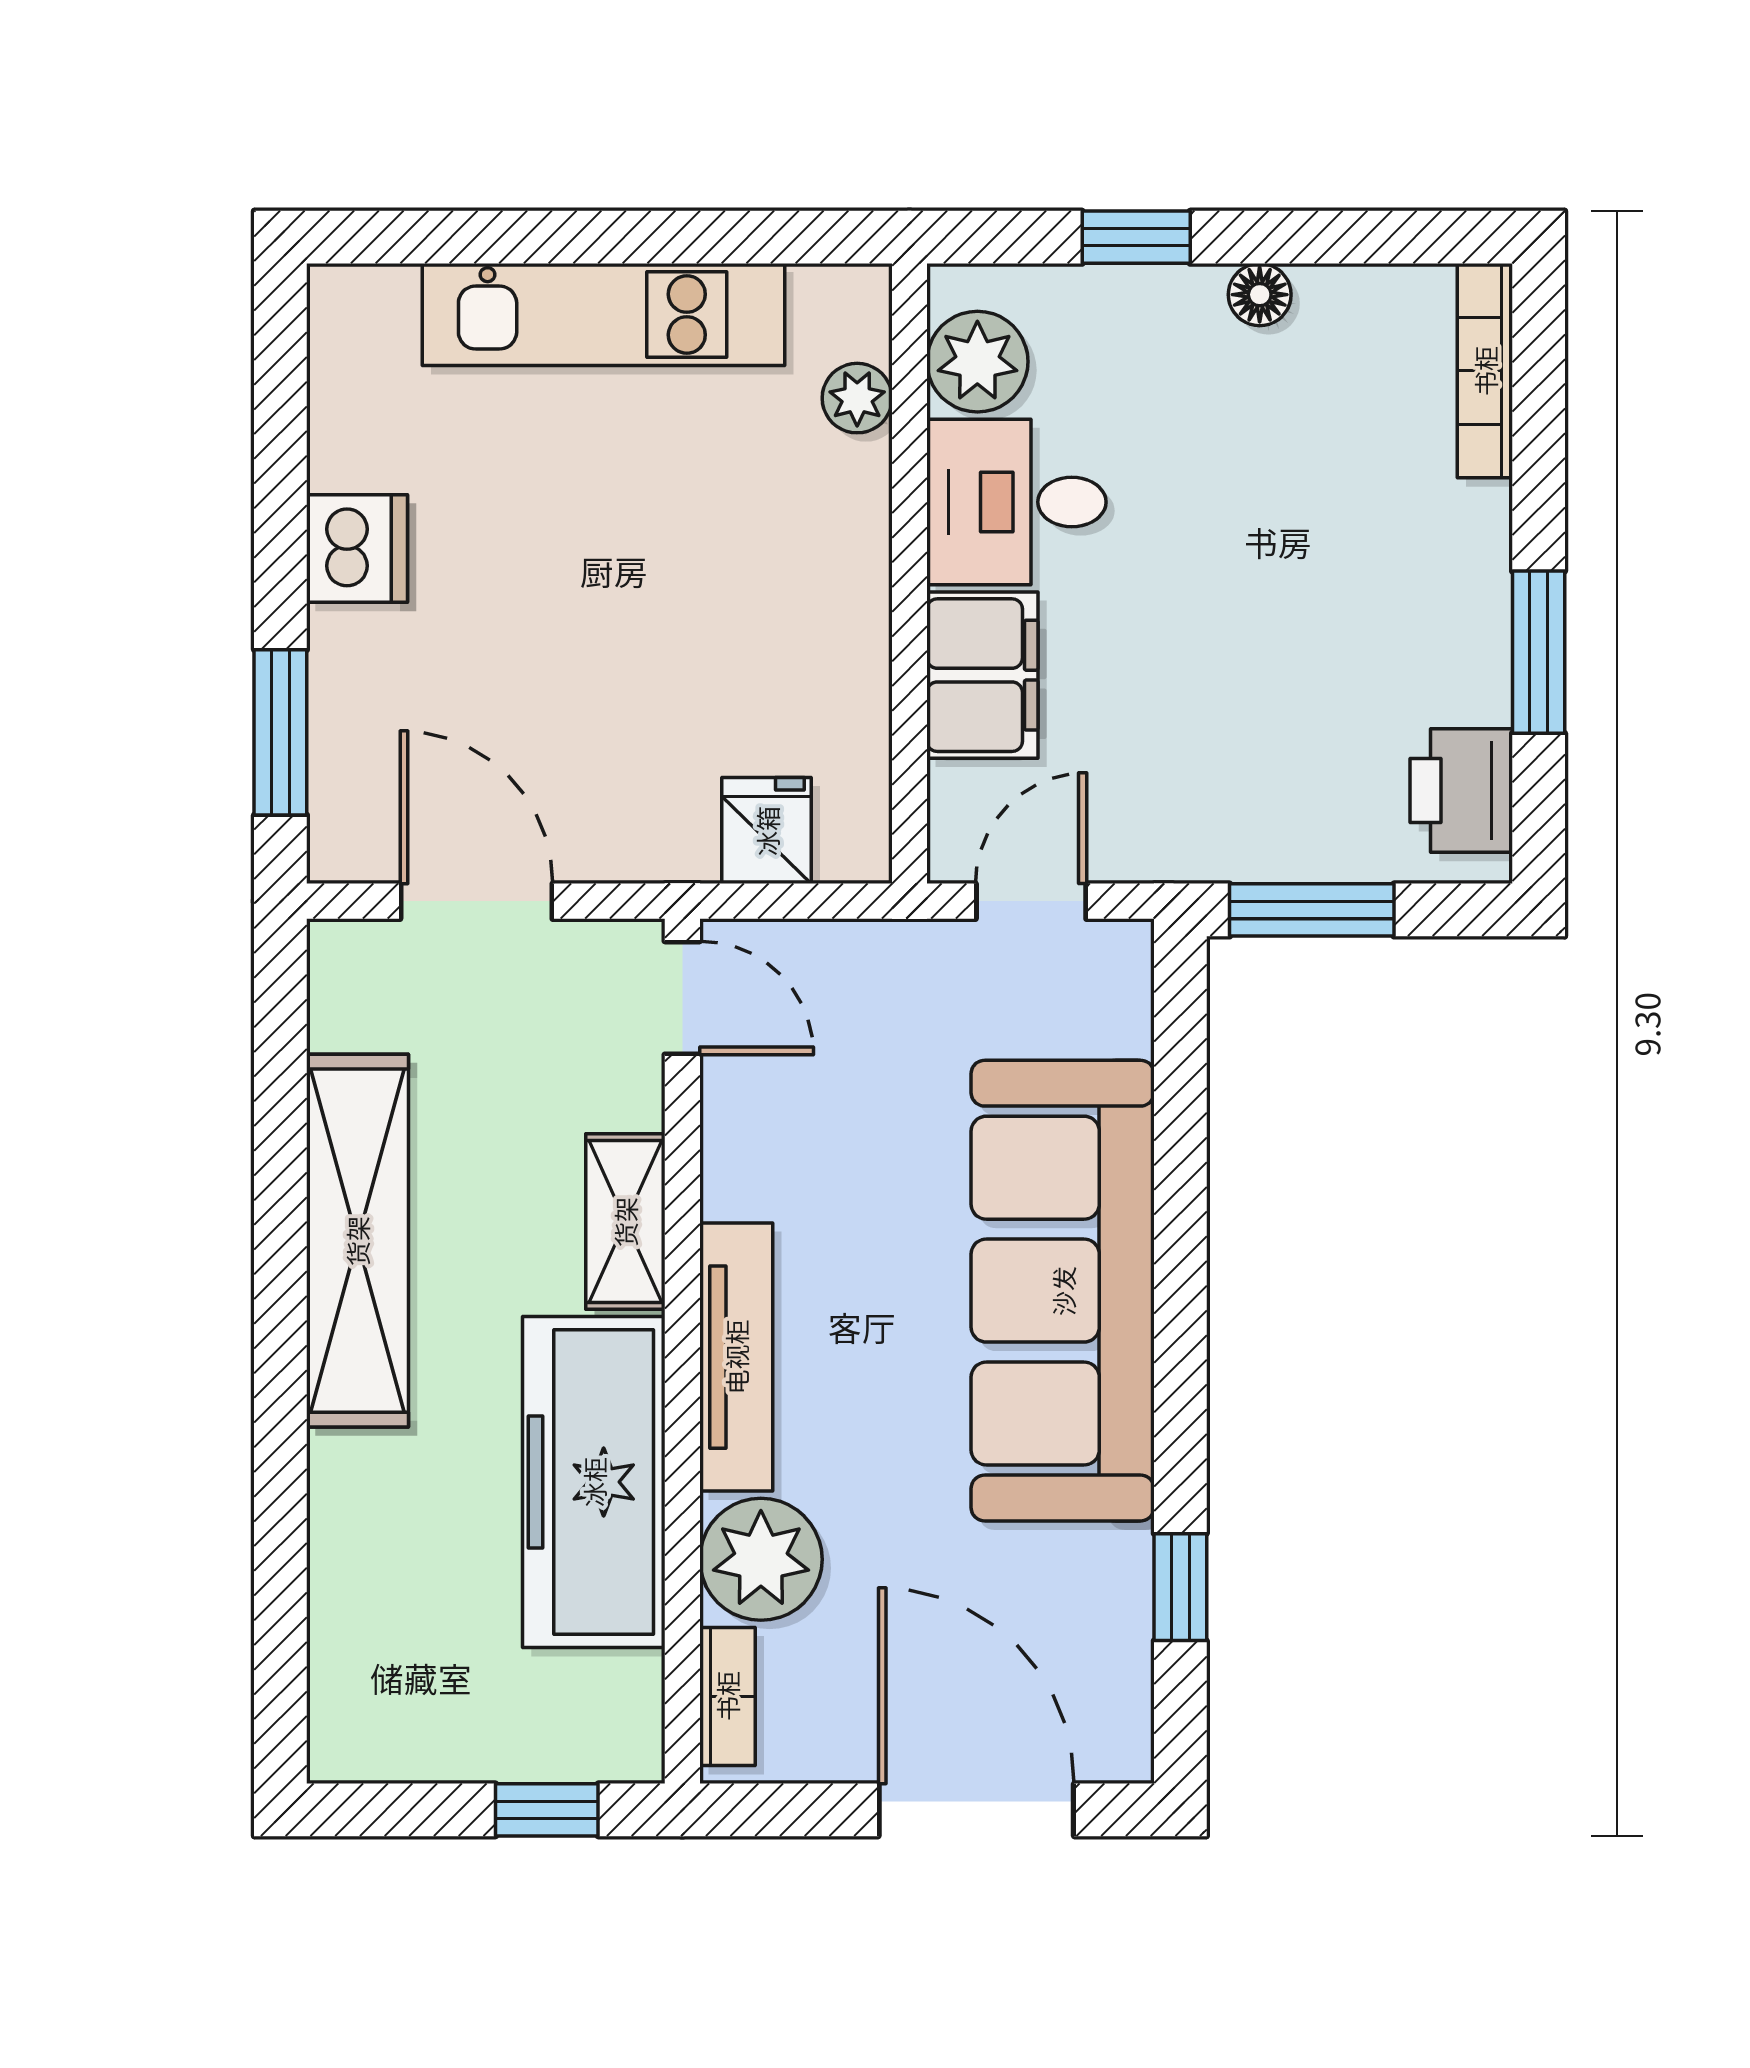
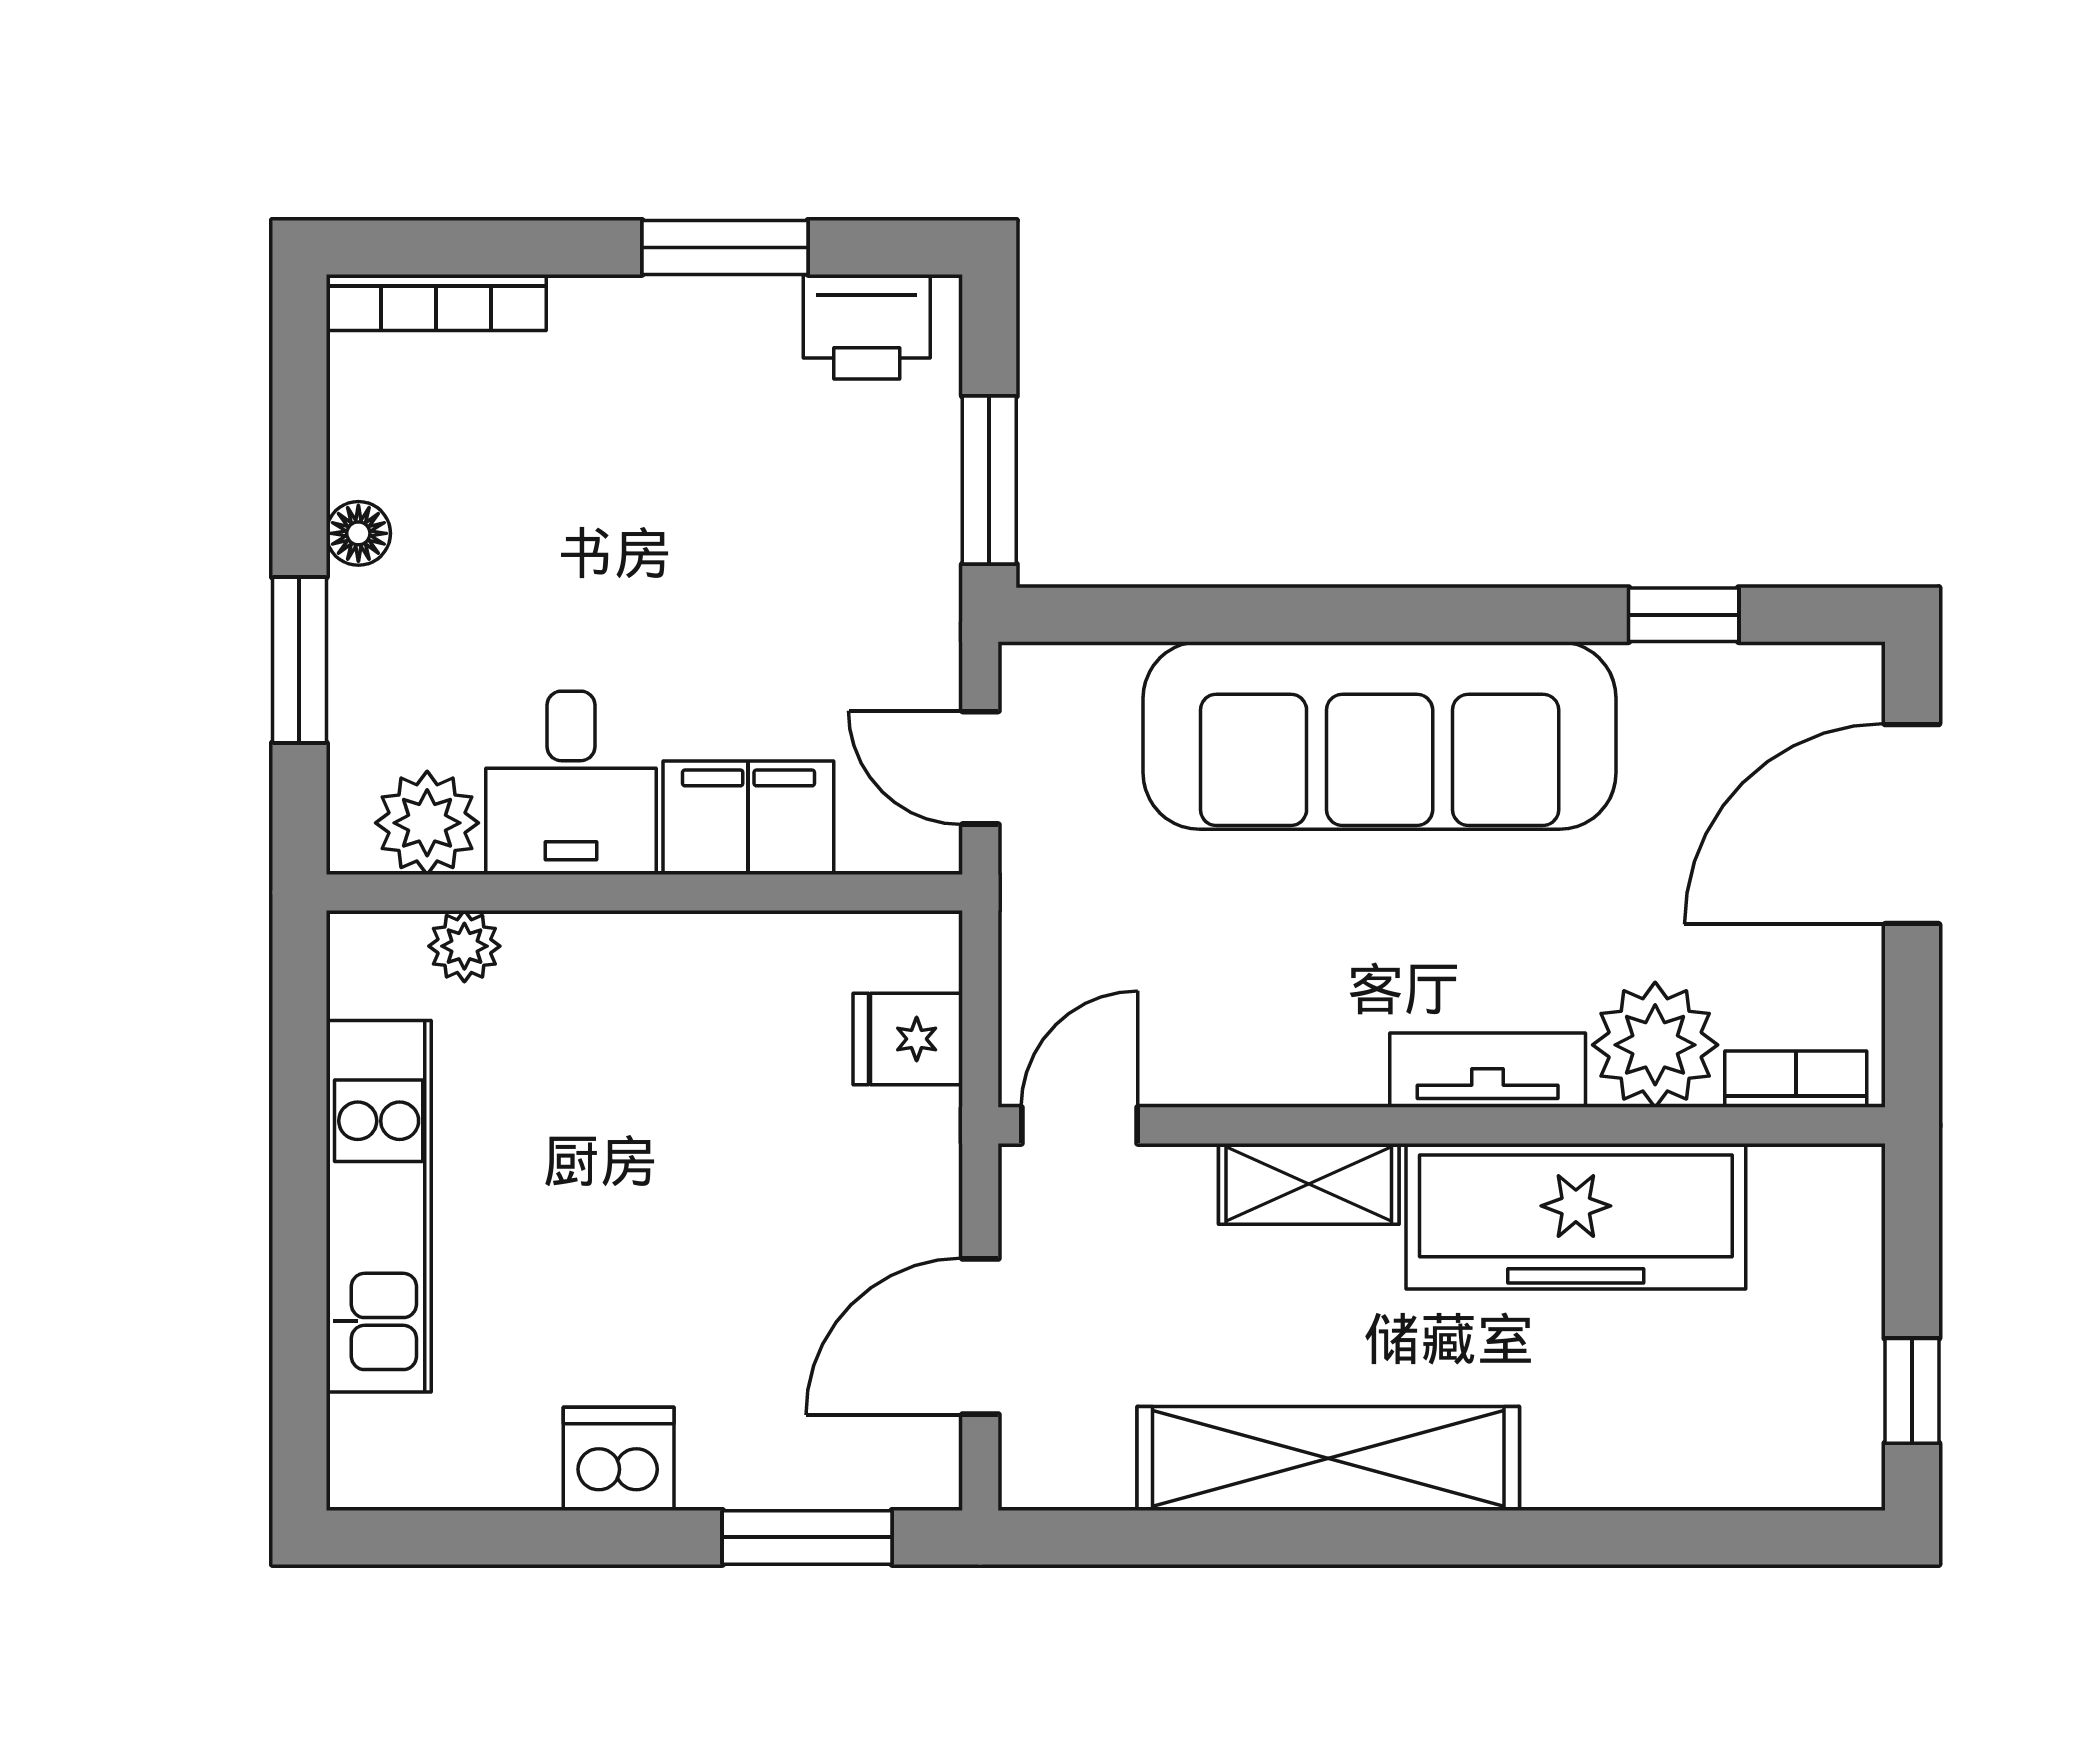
window: (1136, 237) -> (299, 660), width x1.50
tv unit: (736, 1357) -> (1488, 1070), width x0.71
window: (547, 1810) -> (1912, 1391), moved

